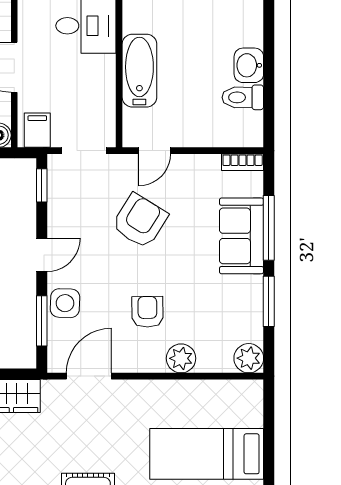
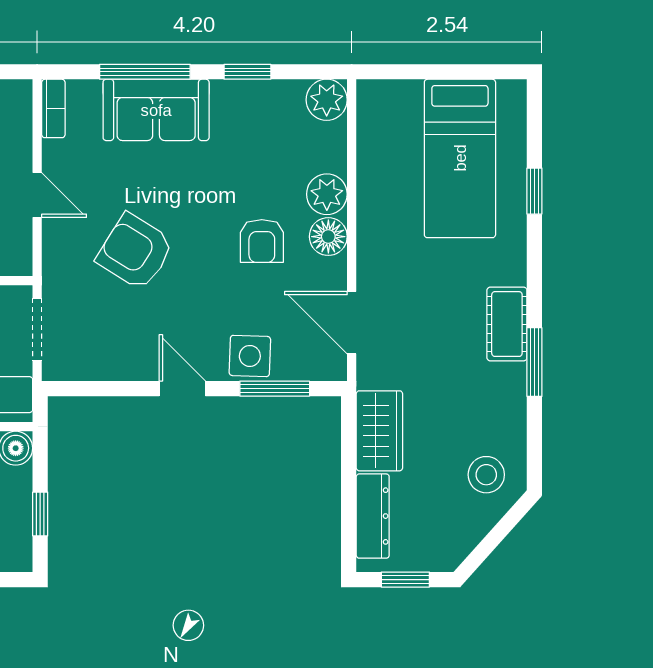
door: (154, 151) -> (37, 195), moved
window: (42, 185) -> (86, 389), removed
window: (269, 301) -> (247, 72), width x0.67
armchair: (147, 312) -> (262, 241), turned -89
floor lamp: (151, 359) -> (328, 237), added

